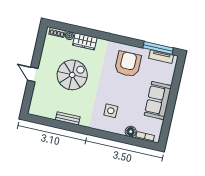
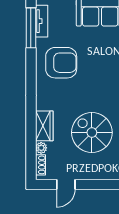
armchair: (128, 64) -> (61, 63), turned 180
door: (33, 74) -> (66, 184), moved

